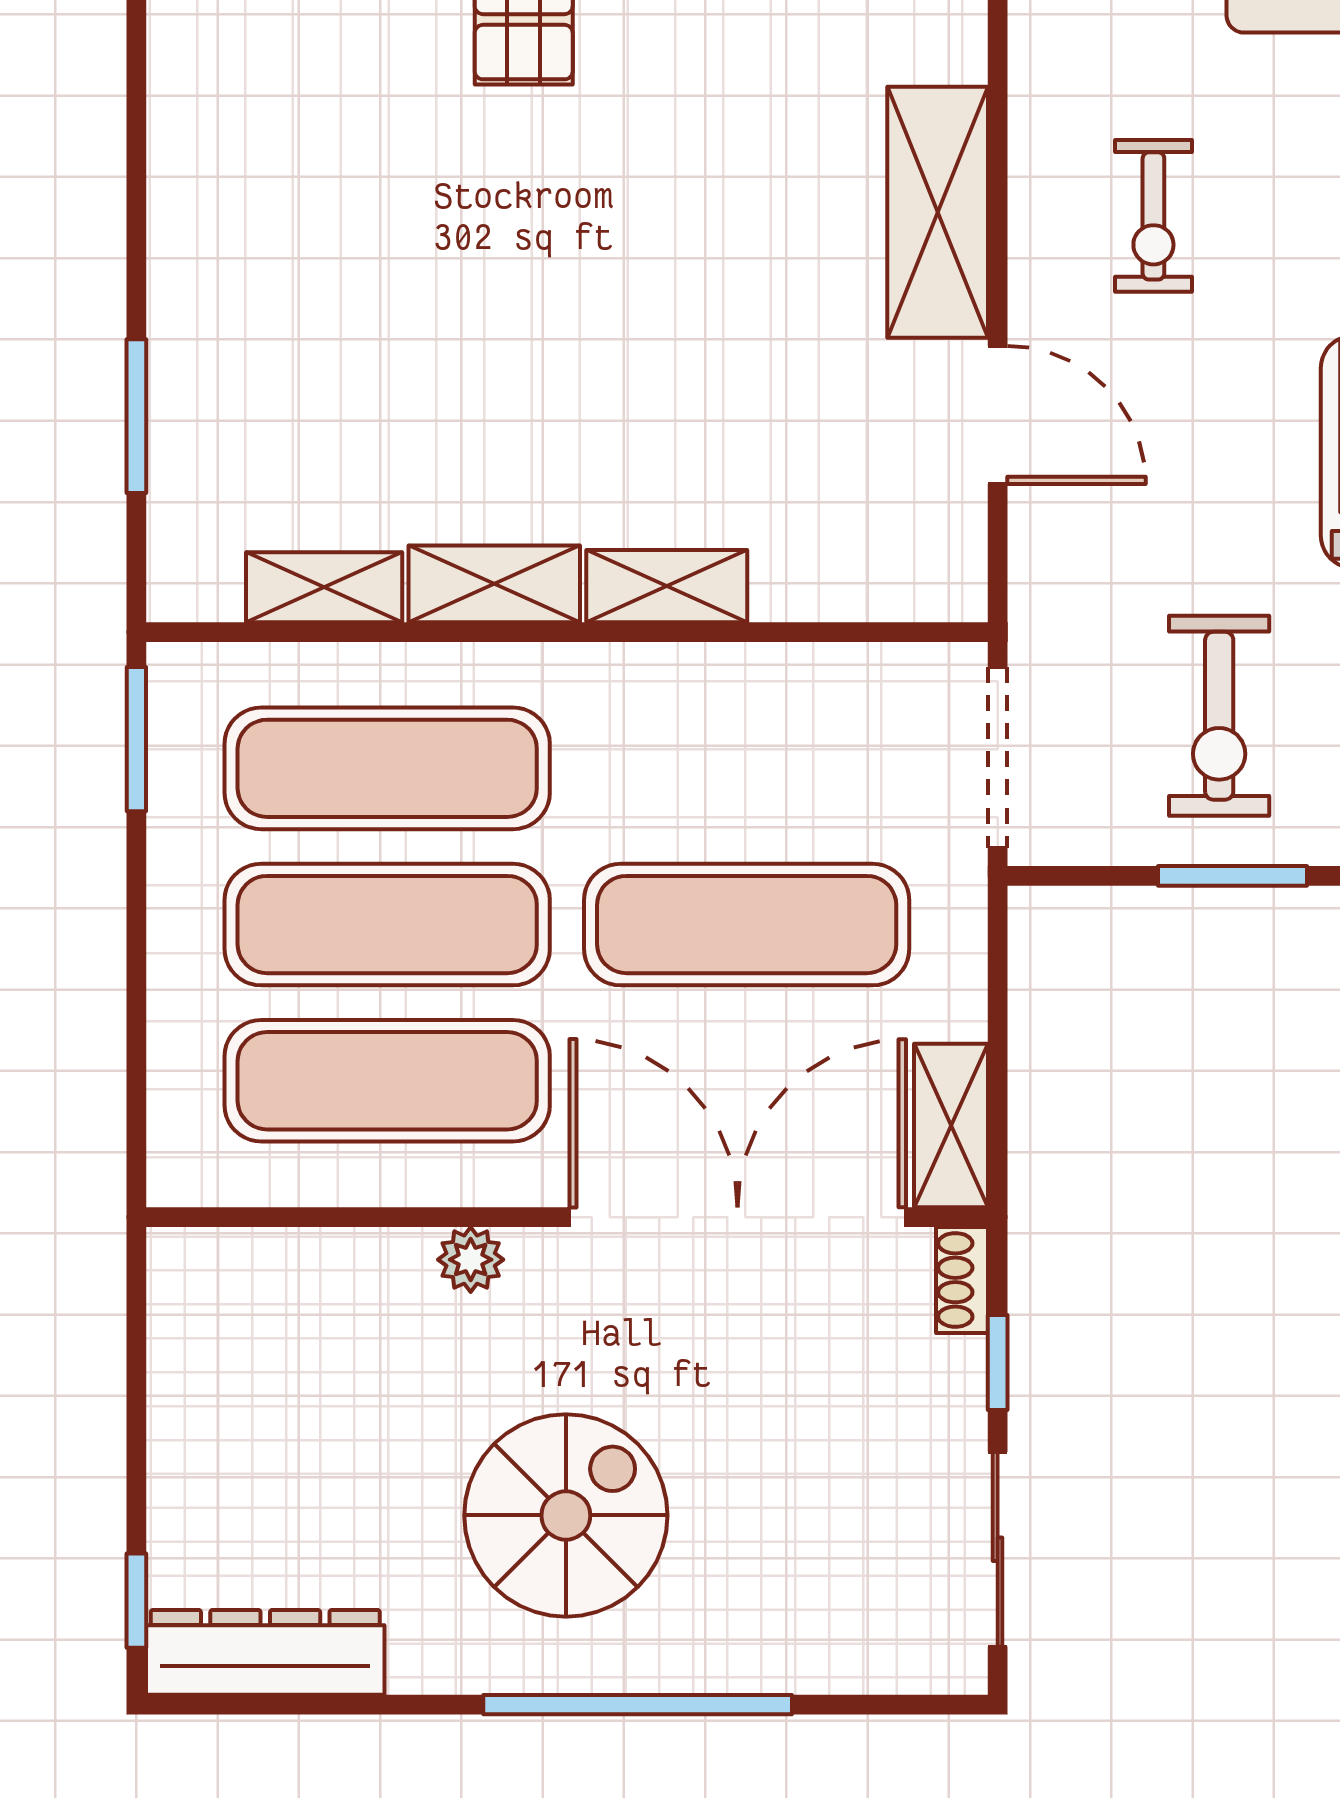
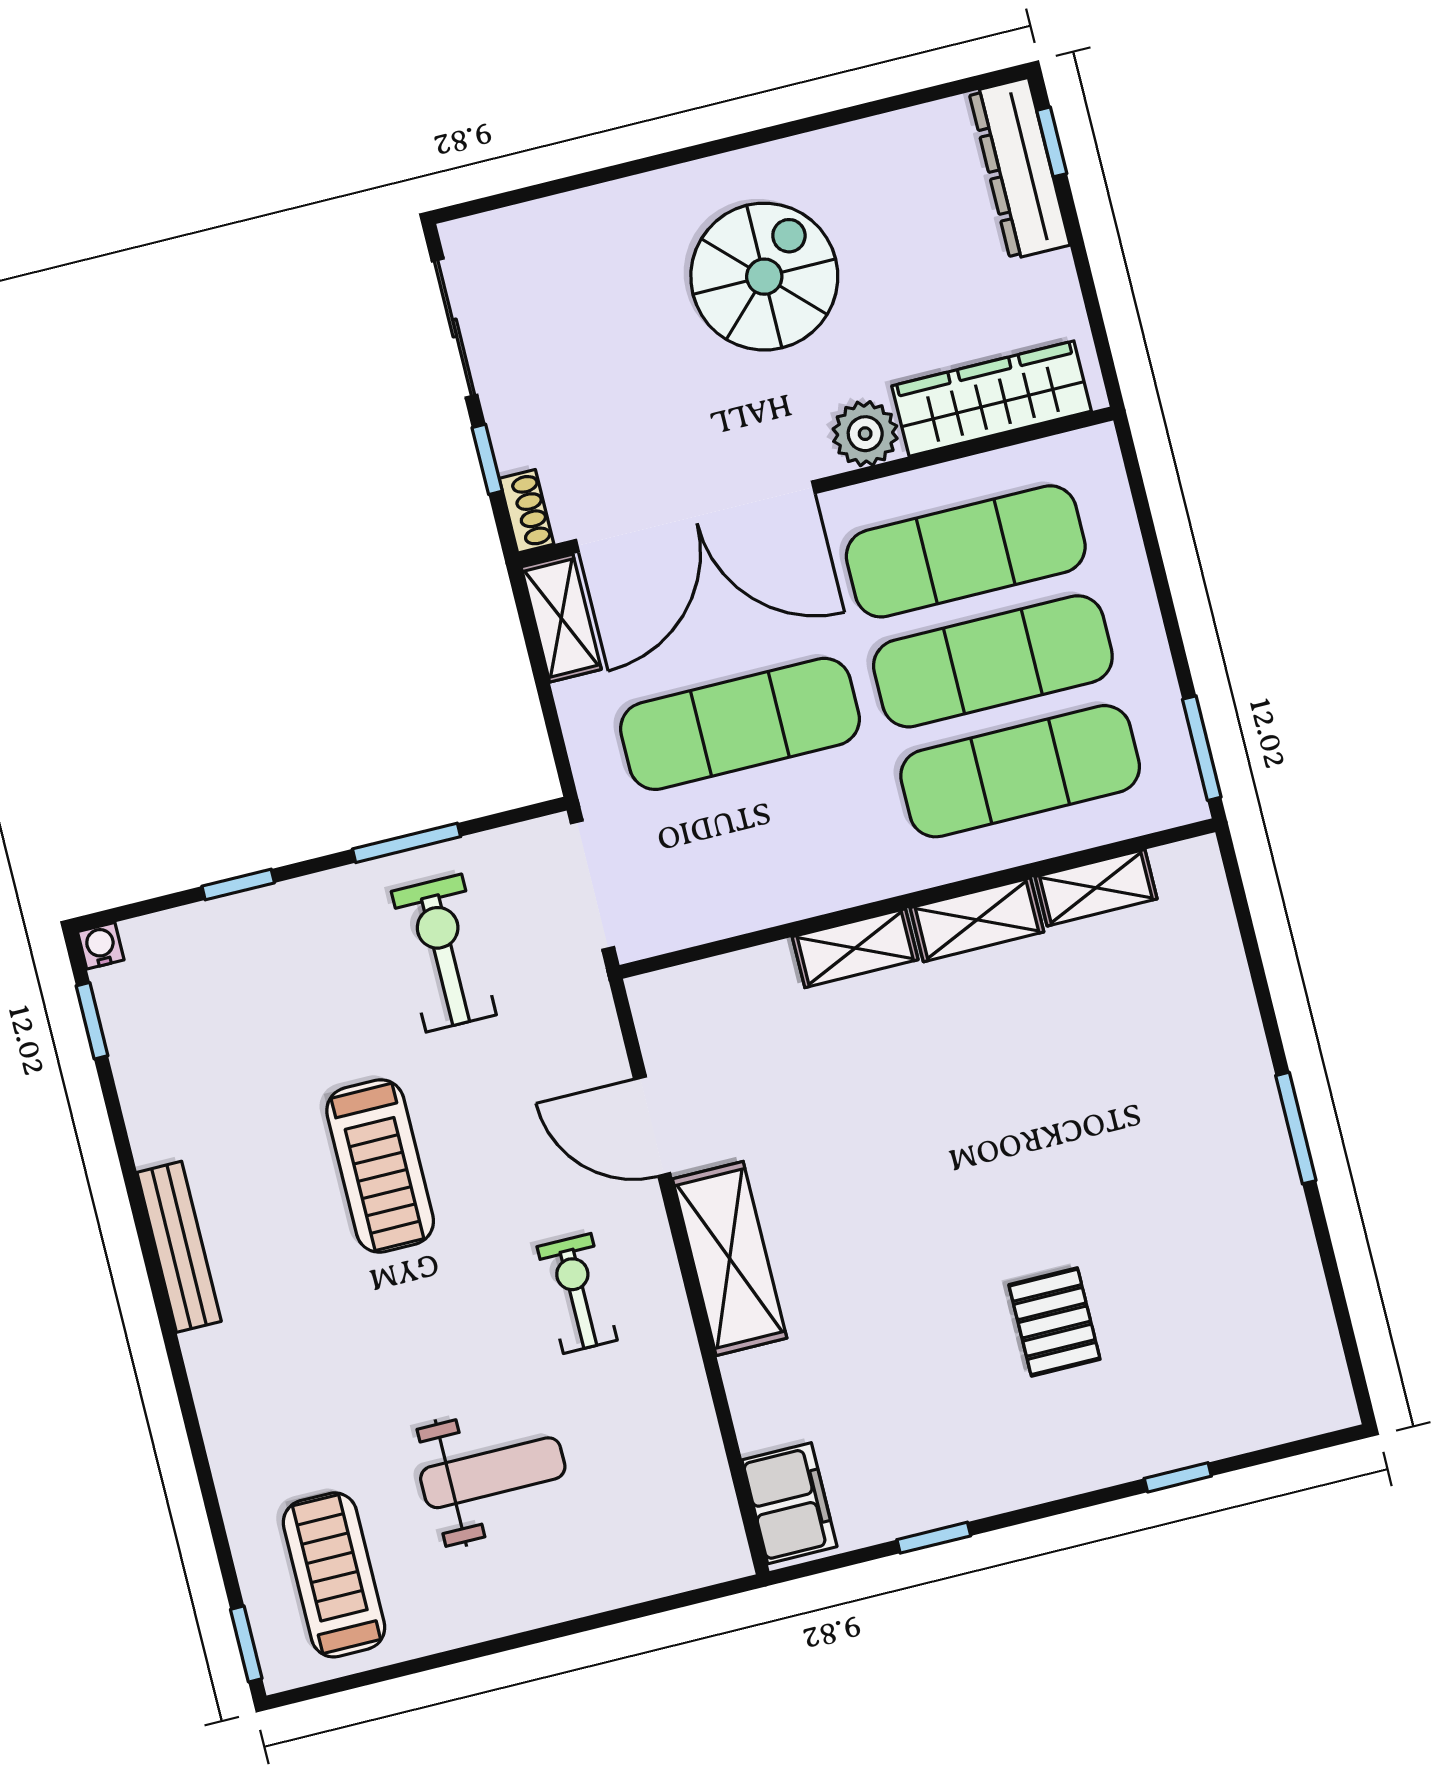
window: (136, 416) -> (1296, 1128), moved
plant: (471, 1260) -> (865, 434), width x1.38, depth x1.38
wardrobe: (302, 1277) -> (992, 399), added
spiral stairs: (566, 1515) -> (764, 277), turned 180
dresser: (265, 1652) -> (1019, 169), moved, turned 90
window: (638, 1705) -> (681, 156), removed

